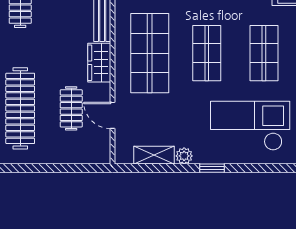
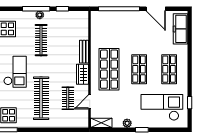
door: (113, 115) -> (90, 102), hinge flipped
shelving: (154, 155) -> (101, 123), moved

